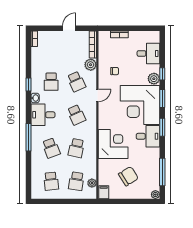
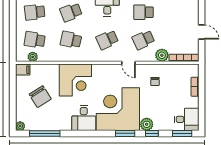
desk: (148, 53) -> (187, 119), moved, turned -90
window: (162, 127) -> (182, 133), moved

